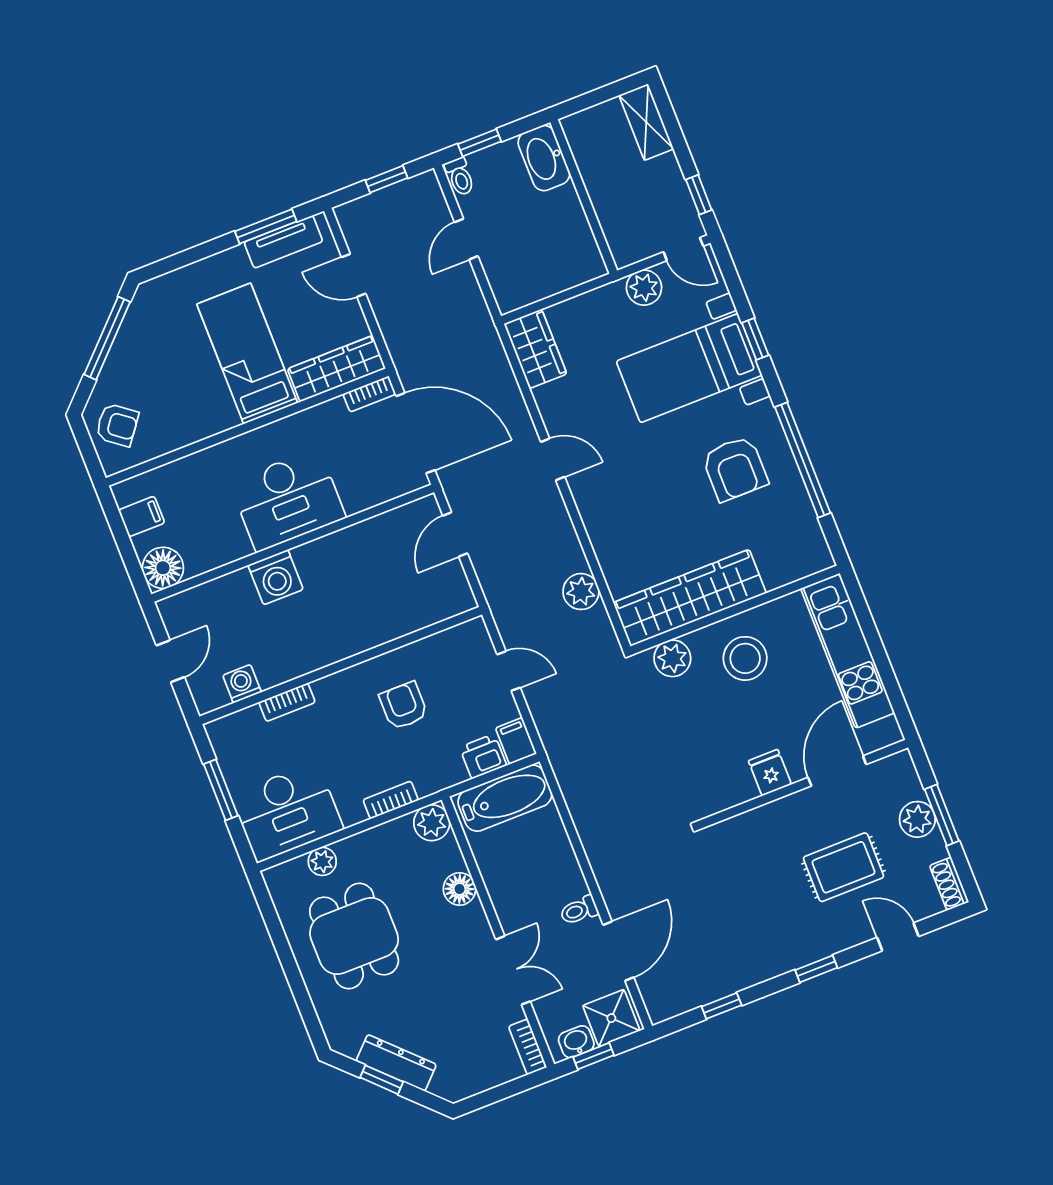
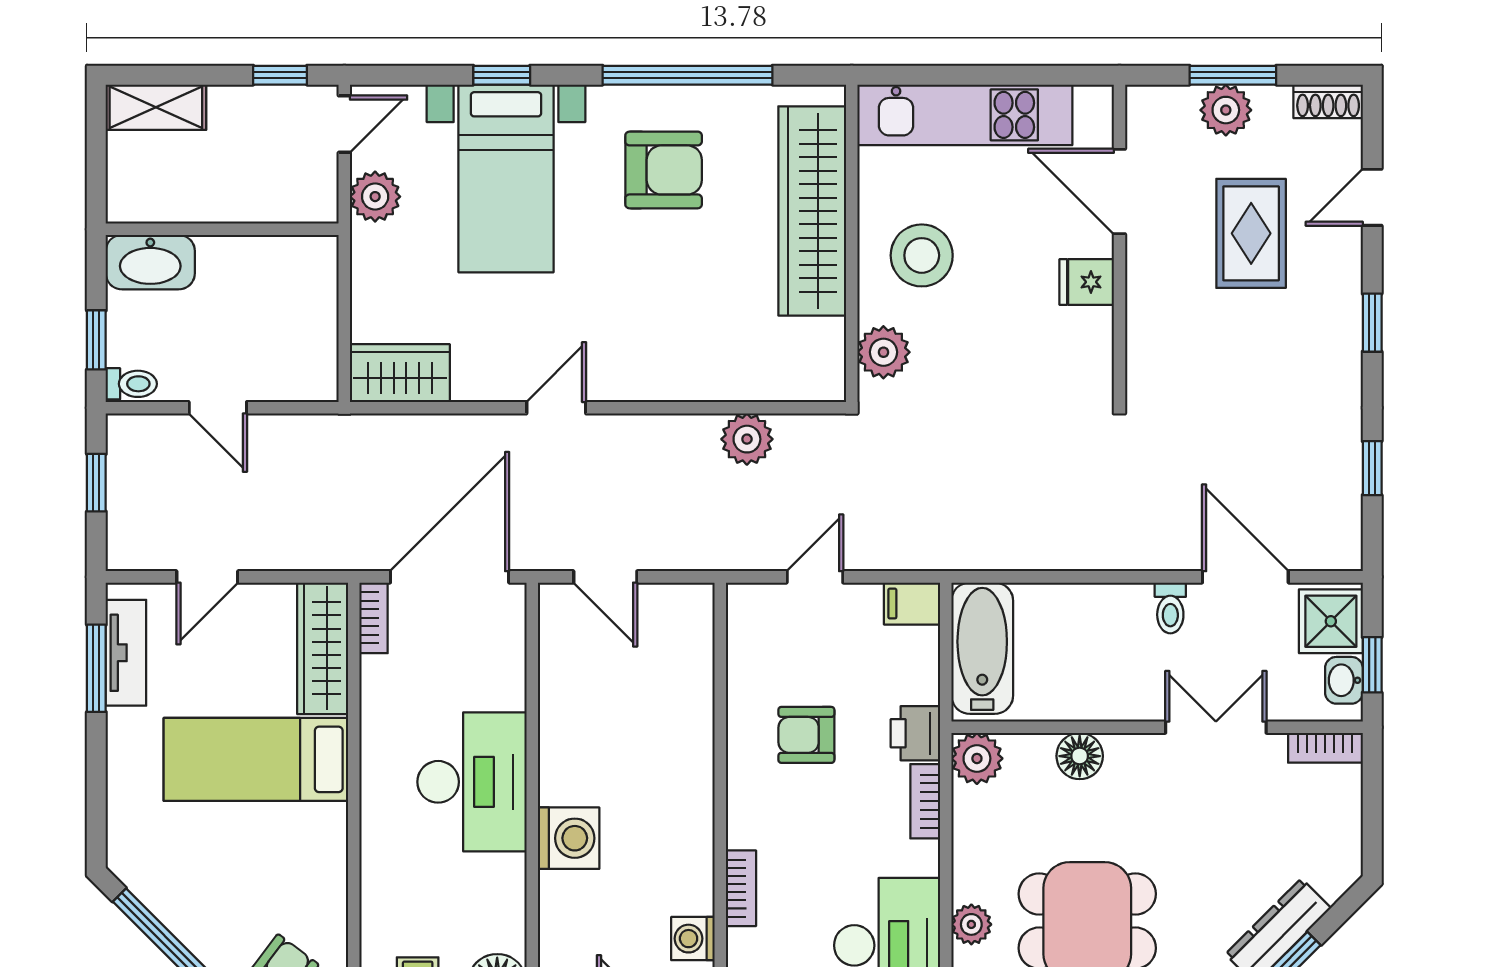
wardrobe: (690, 598) -> (812, 211), moved
printer: (483, 756) -> (915, 733), moved

